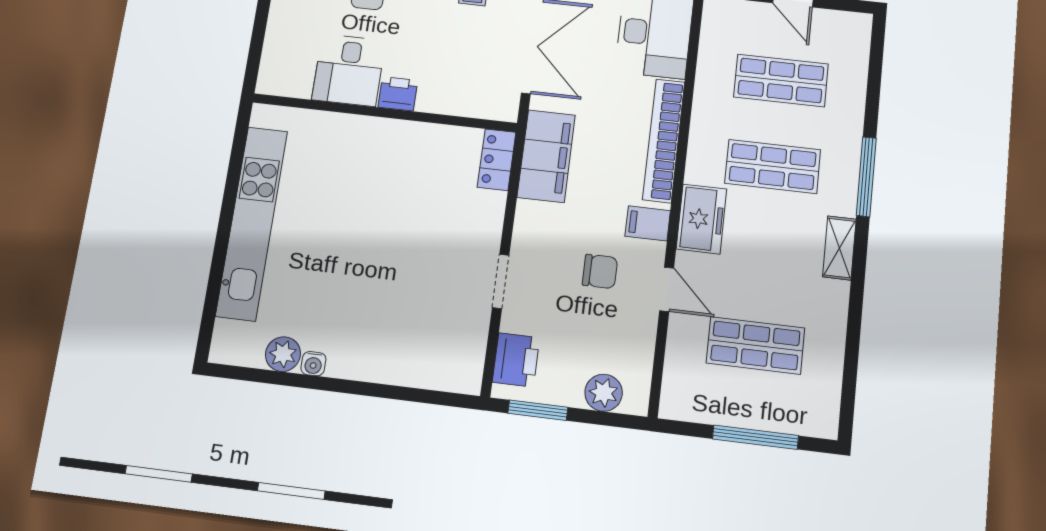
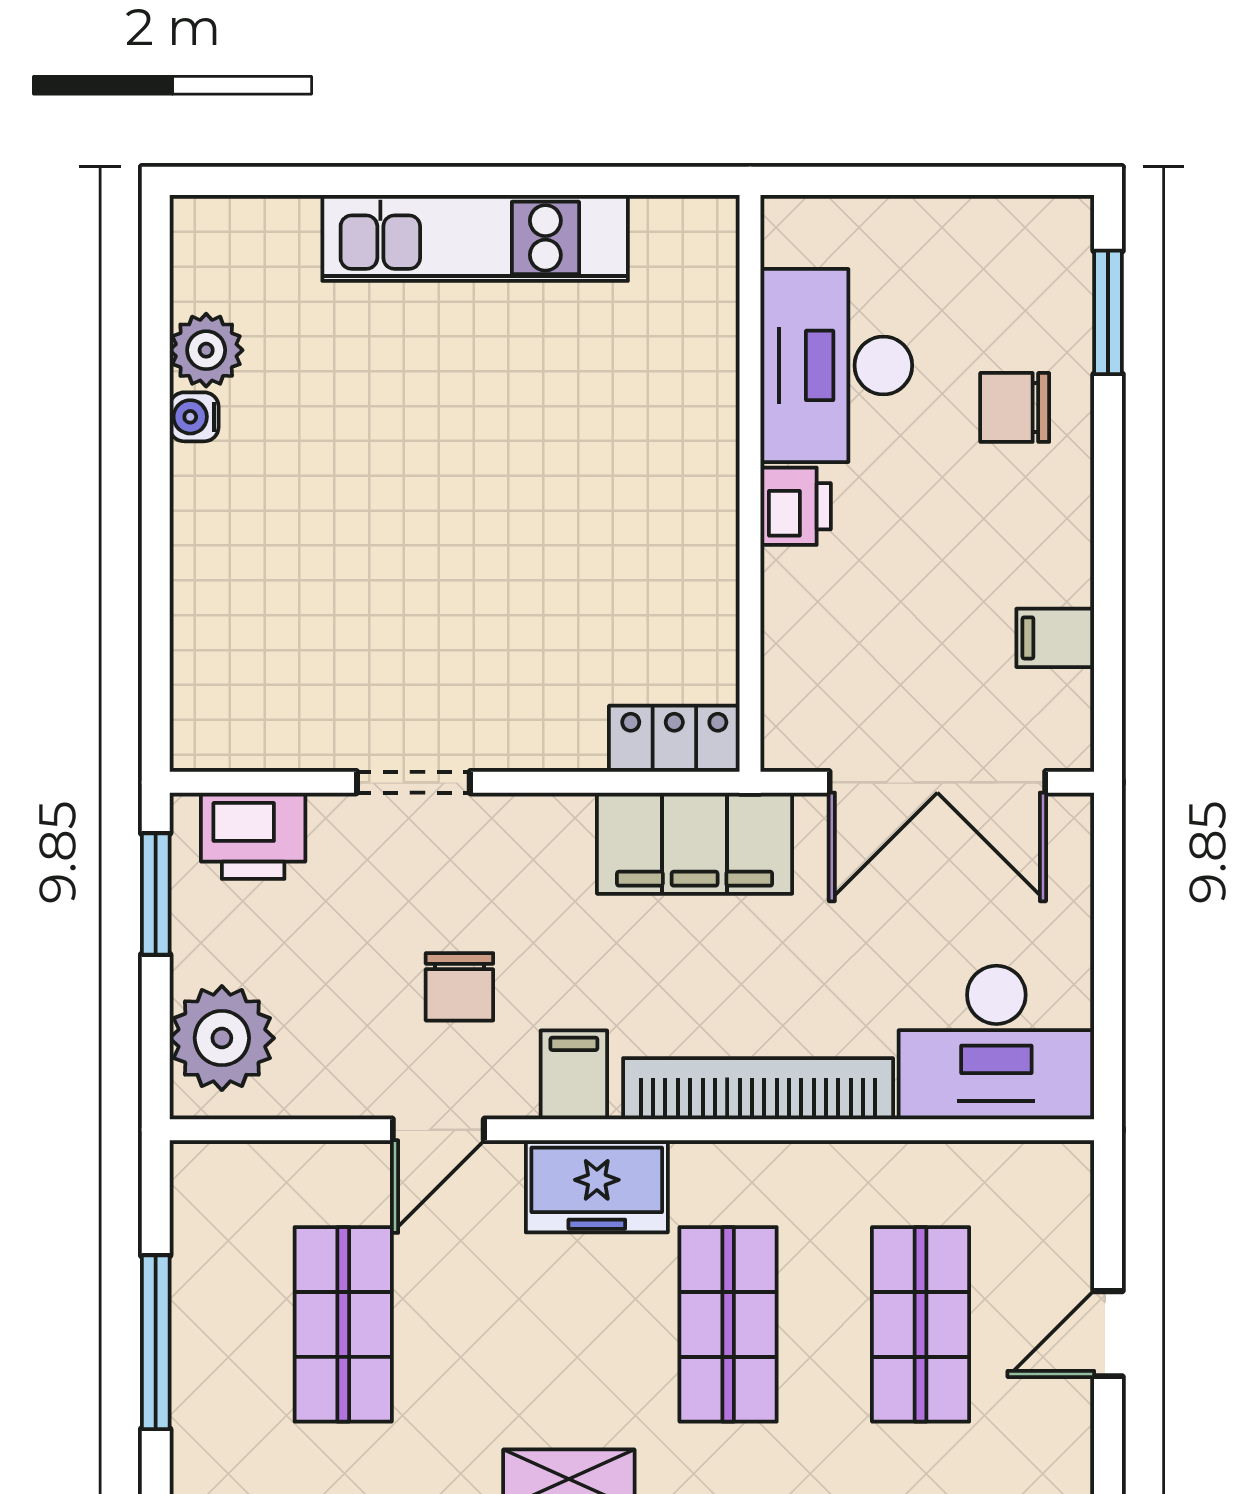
desk: (349, 70) -> (836, 365), width x1.37
kitchen unit: (252, 223) -> (475, 238), width x0.73
plant: (604, 393) -> (222, 1038), width x1.36, depth x1.36

